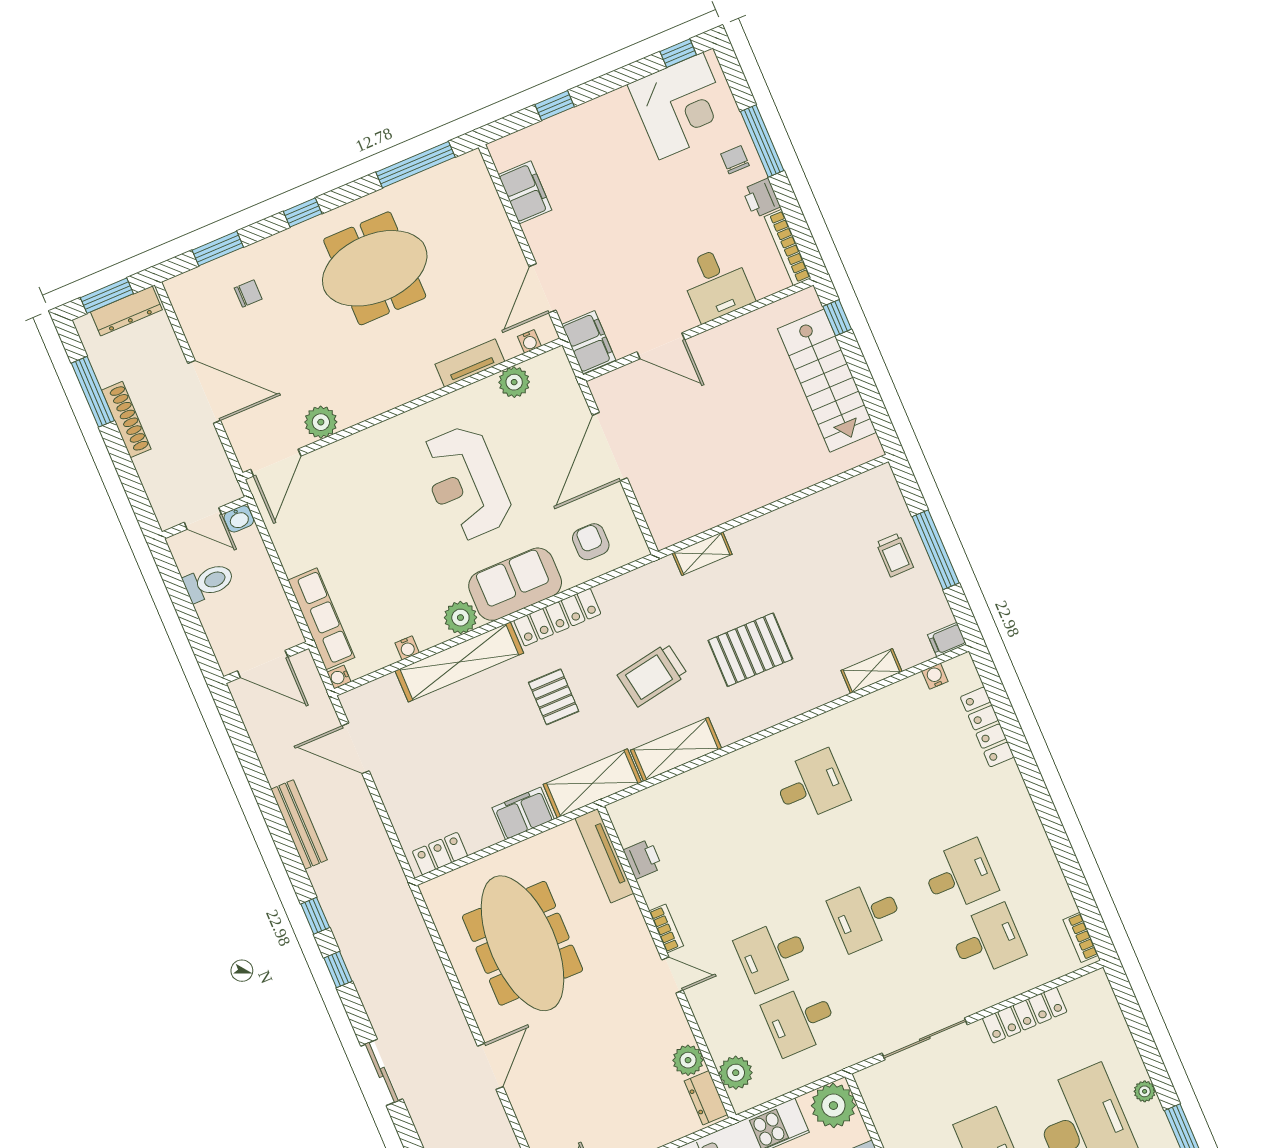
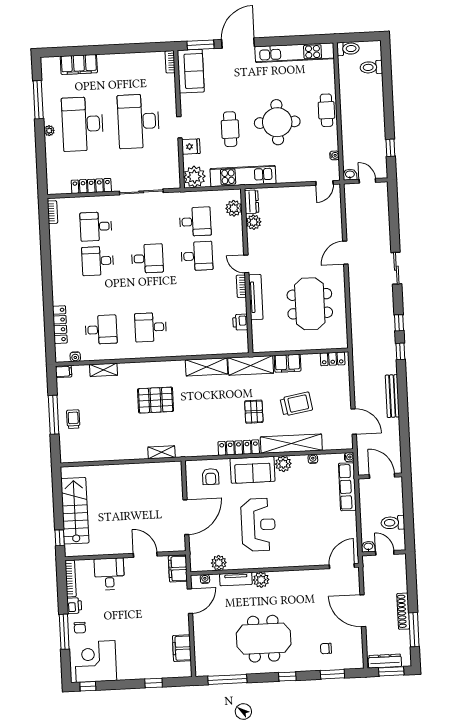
plant: (321, 422) -> (261, 580), moved
trolley: (652, 675) -> (296, 404), moved
desk: (905, 746) -> (101, 330), added
tv unit: (604, 856) -> (256, 297), moved
meeting table: (523, 943) -> (310, 304), width x0.73

